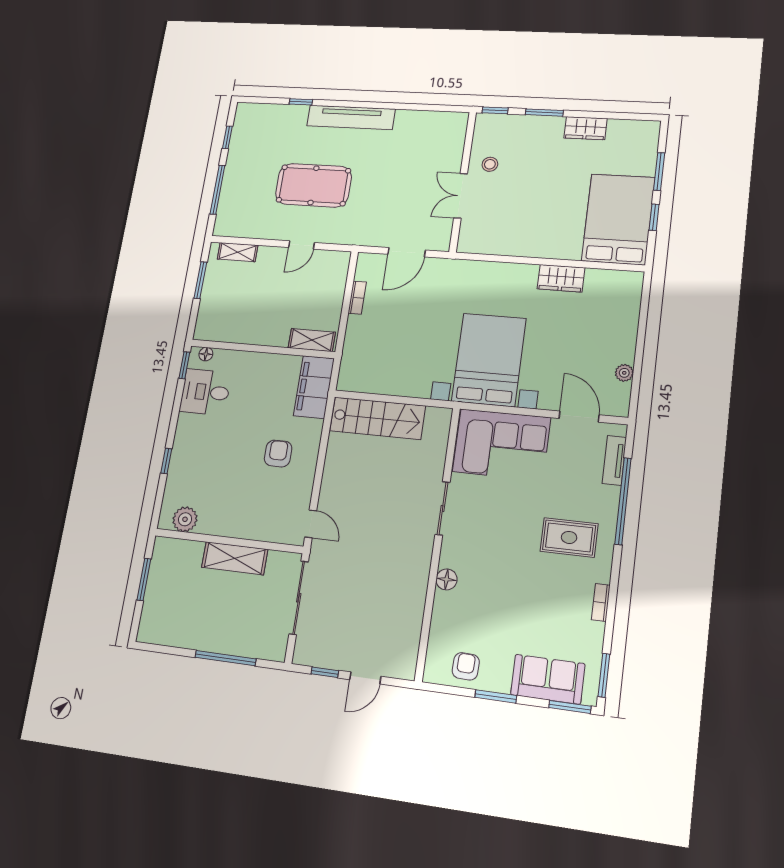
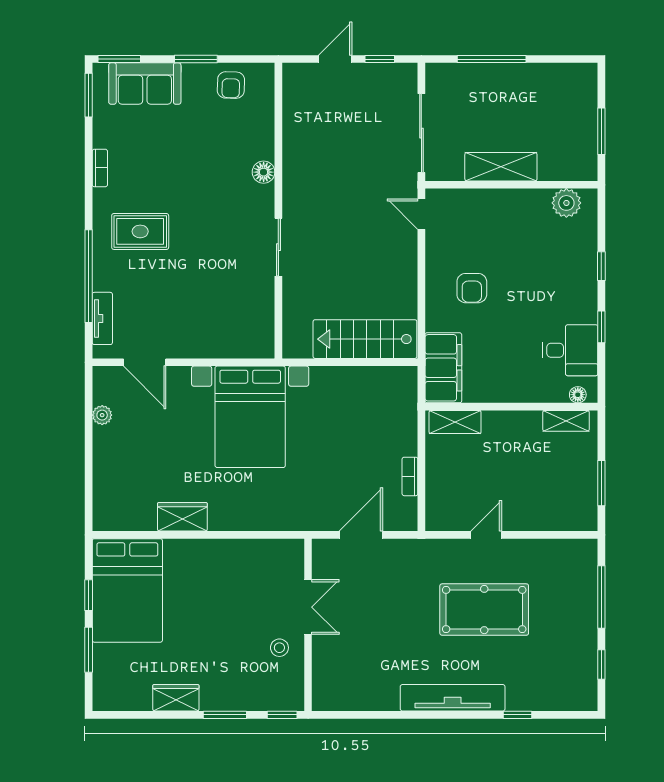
shelving: (238, 252) -> (566, 421), moved
window: (184, 365) -> (601, 327), moved
corner sofa: (501, 445) -> (224, 323), removed

